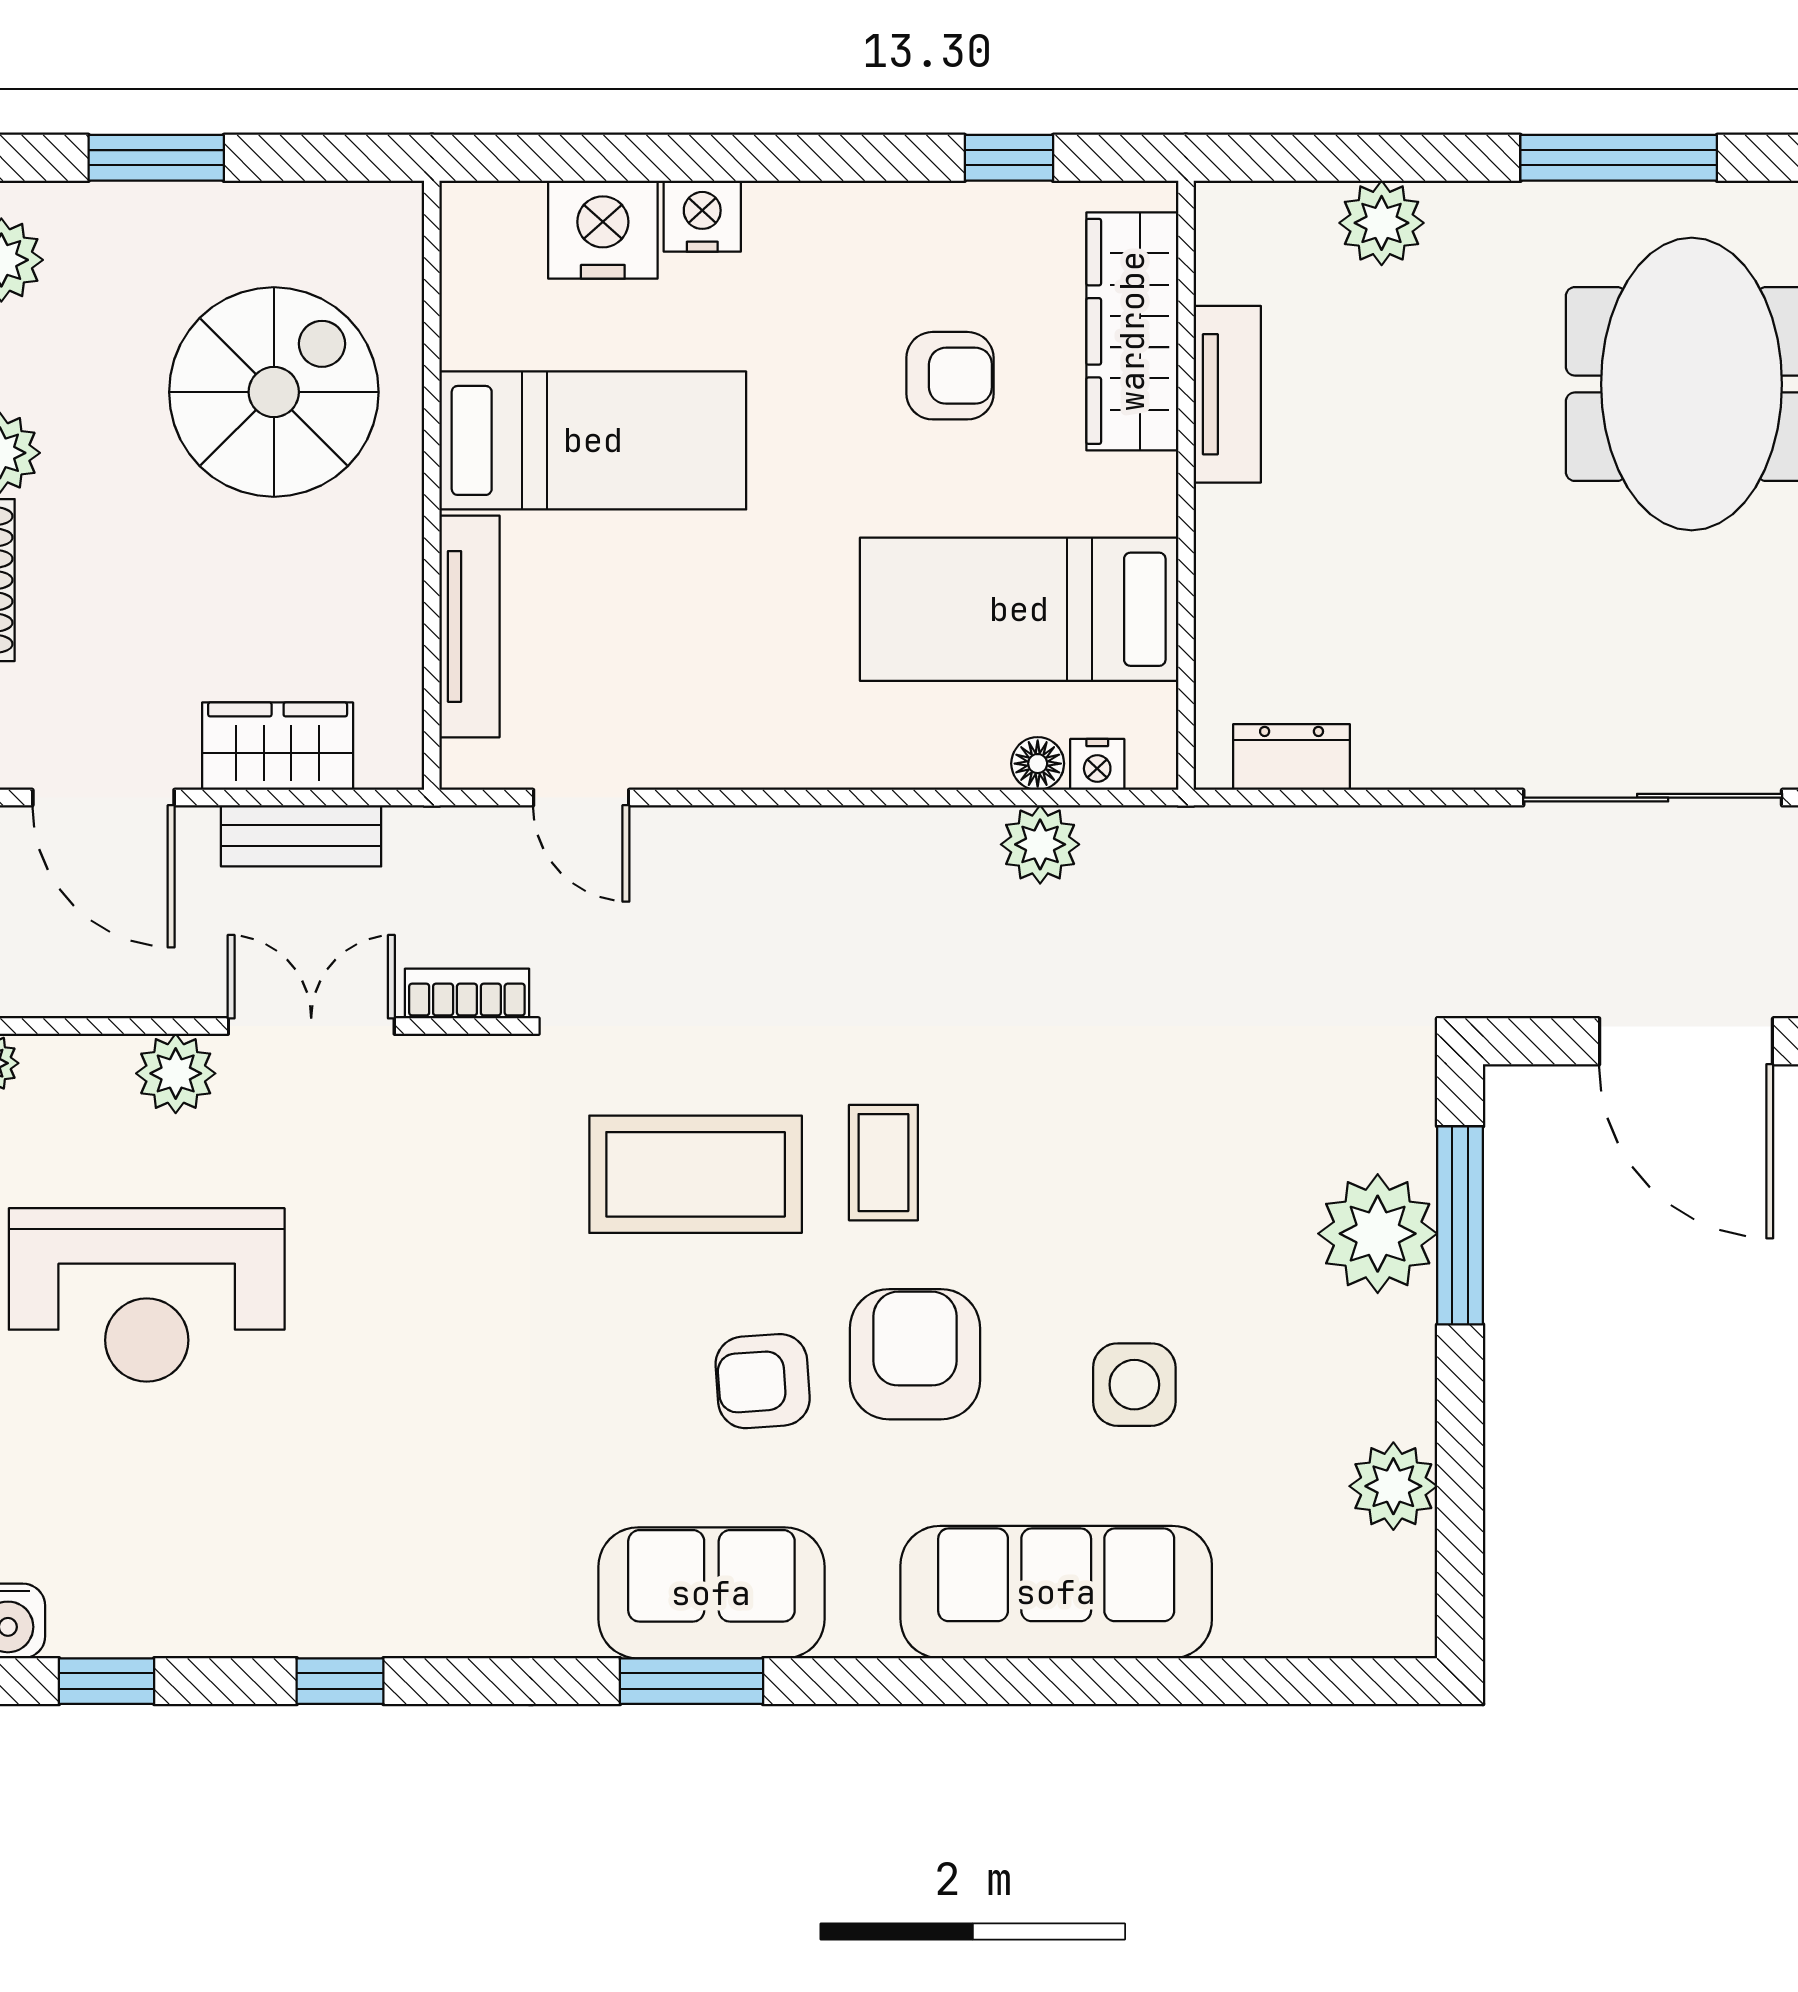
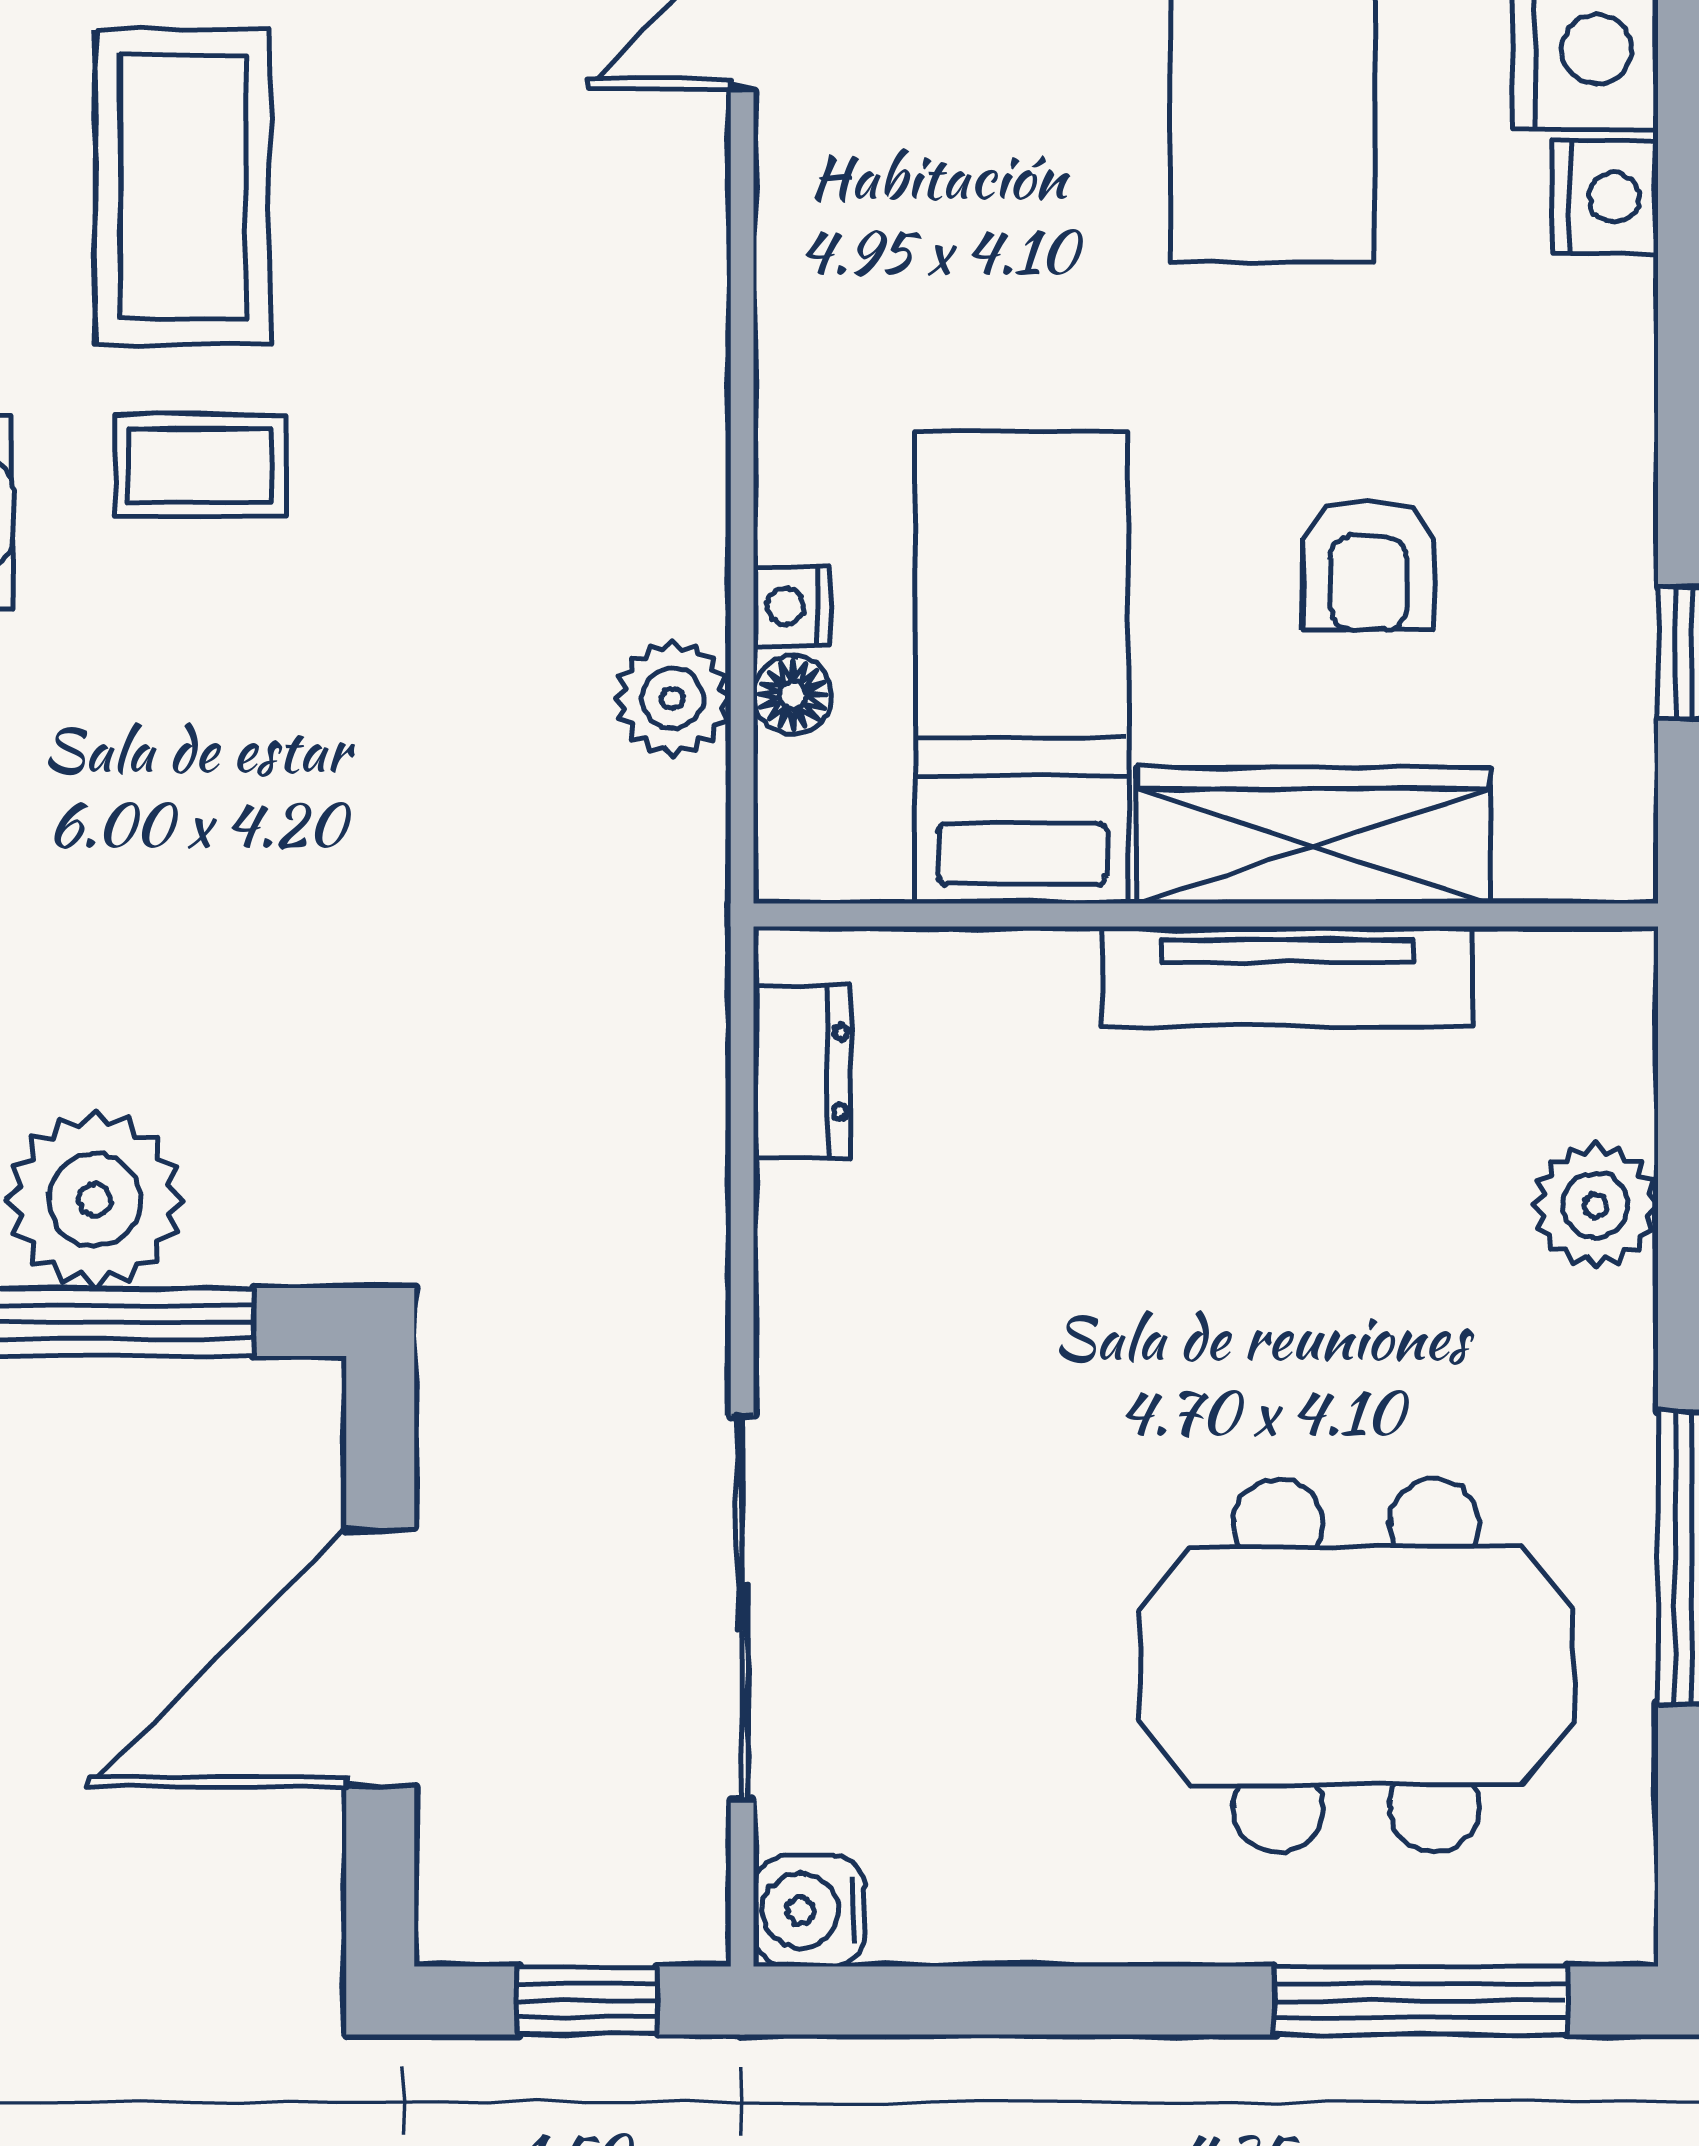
wardrobe: (1132, 331) -> (1314, 835), moved
tv unit: (1227, 394) -> (1287, 976), width x1.41
nightstand: (1097, 764) -> (791, 606), moved

